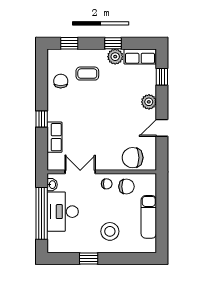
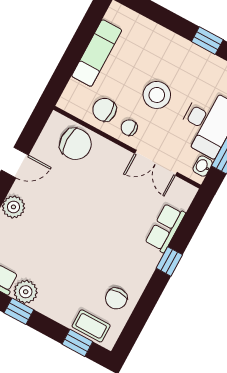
coffee table: (87, 74) -> (91, 326), moved
stool: (110, 231) -> (157, 95), moved

